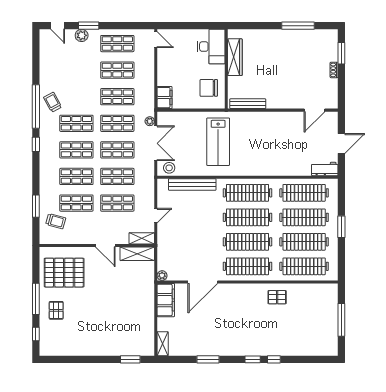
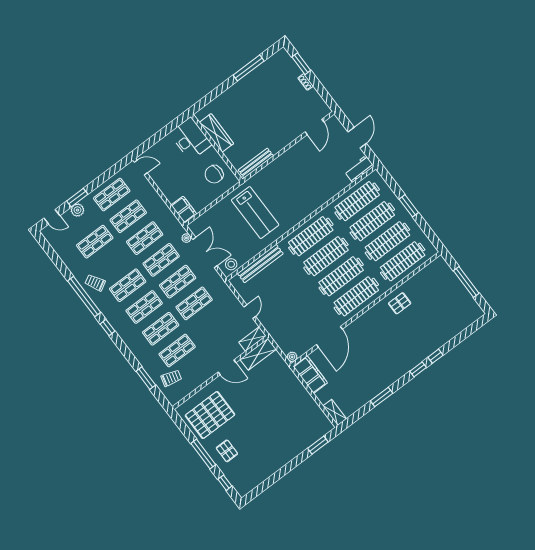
shop shelf: (117, 203) -> (95, 242), moved

